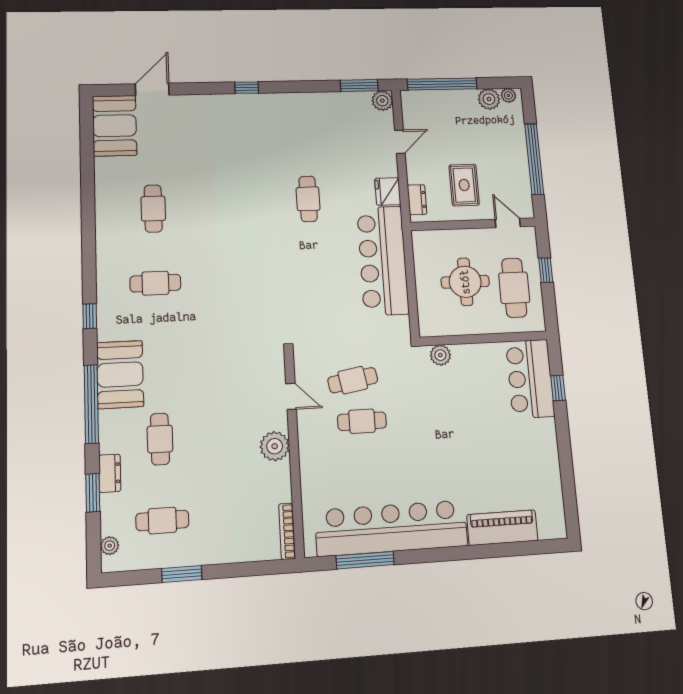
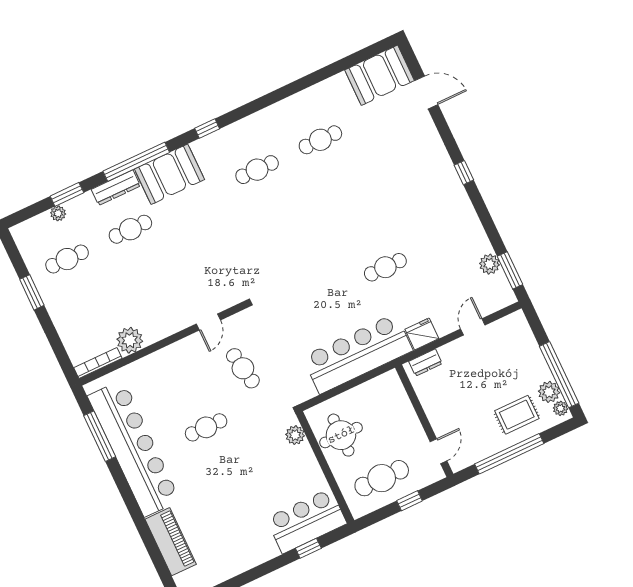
window: (442, 84) -> (559, 375), moved
plant: (382, 101) -> (490, 264), moved
door: (400, 142) -> (473, 327), swing flipped
rug: (464, 185) -> (517, 415), moved
round table: (465, 282) -> (341, 435), moved
cafe table: (155, 283) -> (257, 170), turned 90
cafe table: (362, 421) -> (206, 427), moved, turned 90
plant: (275, 446) -> (130, 340), moved
dresser: (110, 473) -> (116, 188), moved, width x1.44
cafe table: (162, 520) -> (67, 259), turned 90
plant: (110, 546) -> (58, 213), moved

